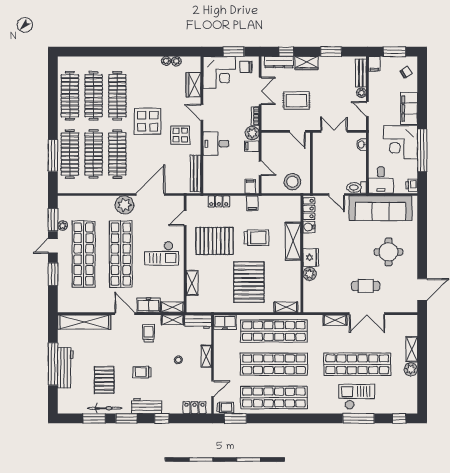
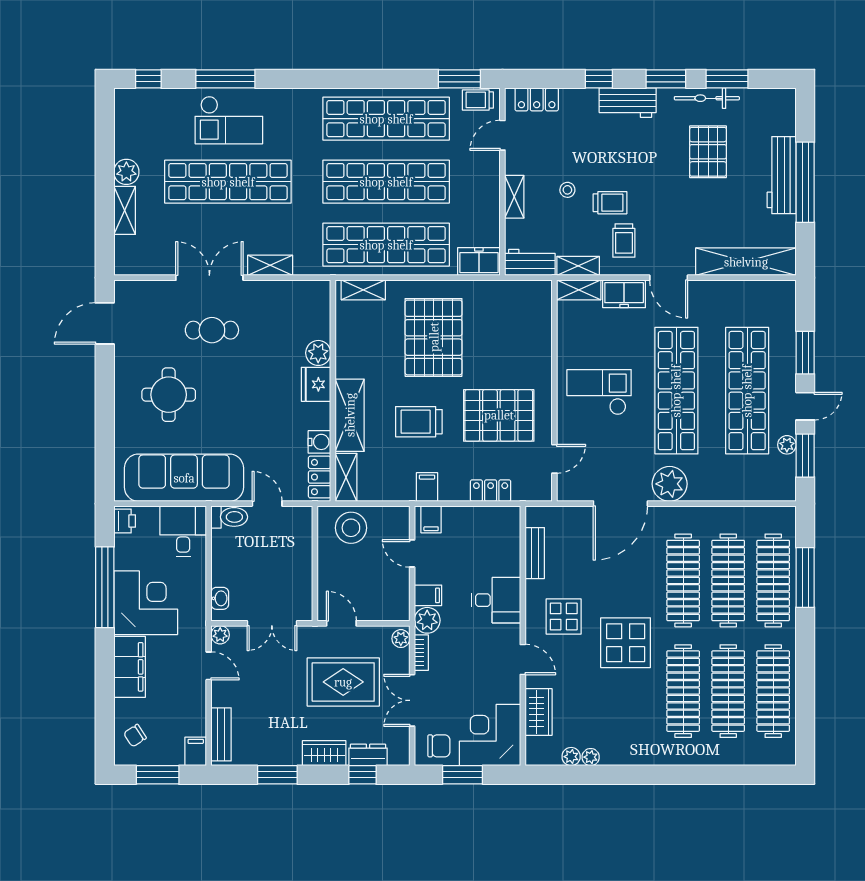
dresser: (279, 62) -> (368, 755), width x0.70
plant: (361, 93) -> (220, 635), moved
rug: (296, 100) -> (343, 682), width x1.36, depth x1.43
plant: (266, 123) -> (401, 639), added
bench: (196, 173) -> (535, 553), width x0.73
shelving: (192, 283) -> (346, 477), moved
trolley: (142, 372) -> (610, 203), moved

